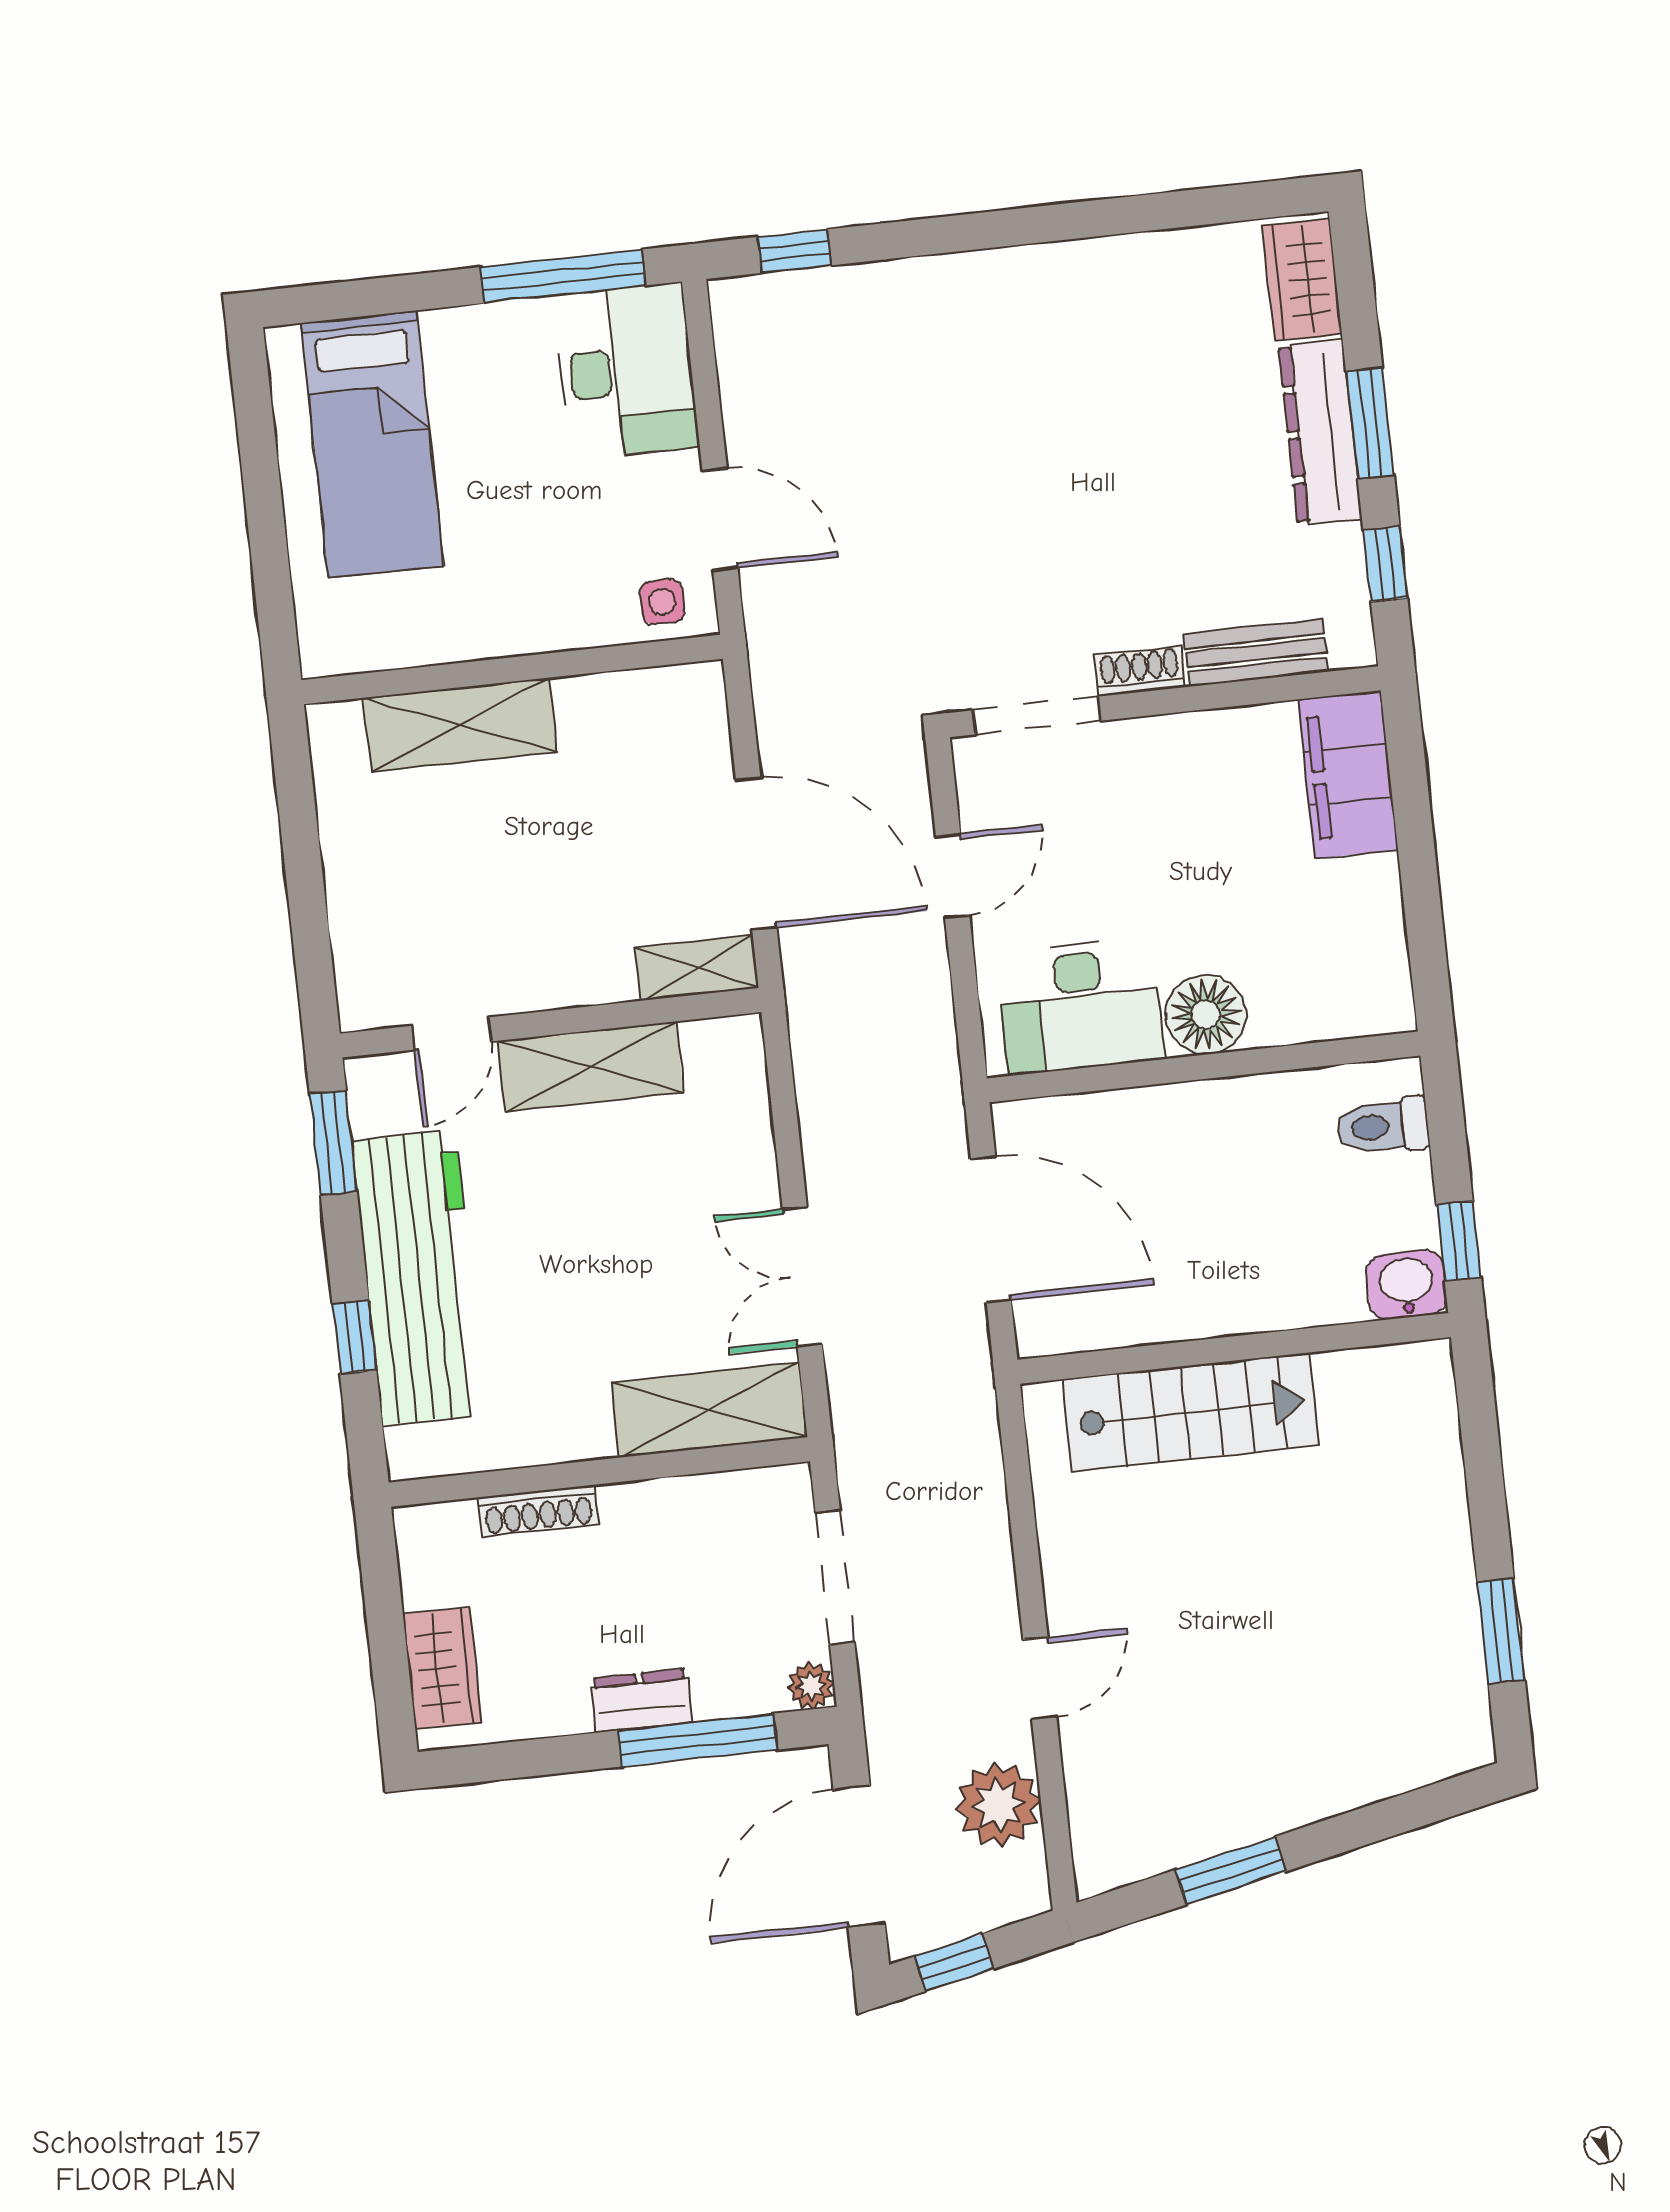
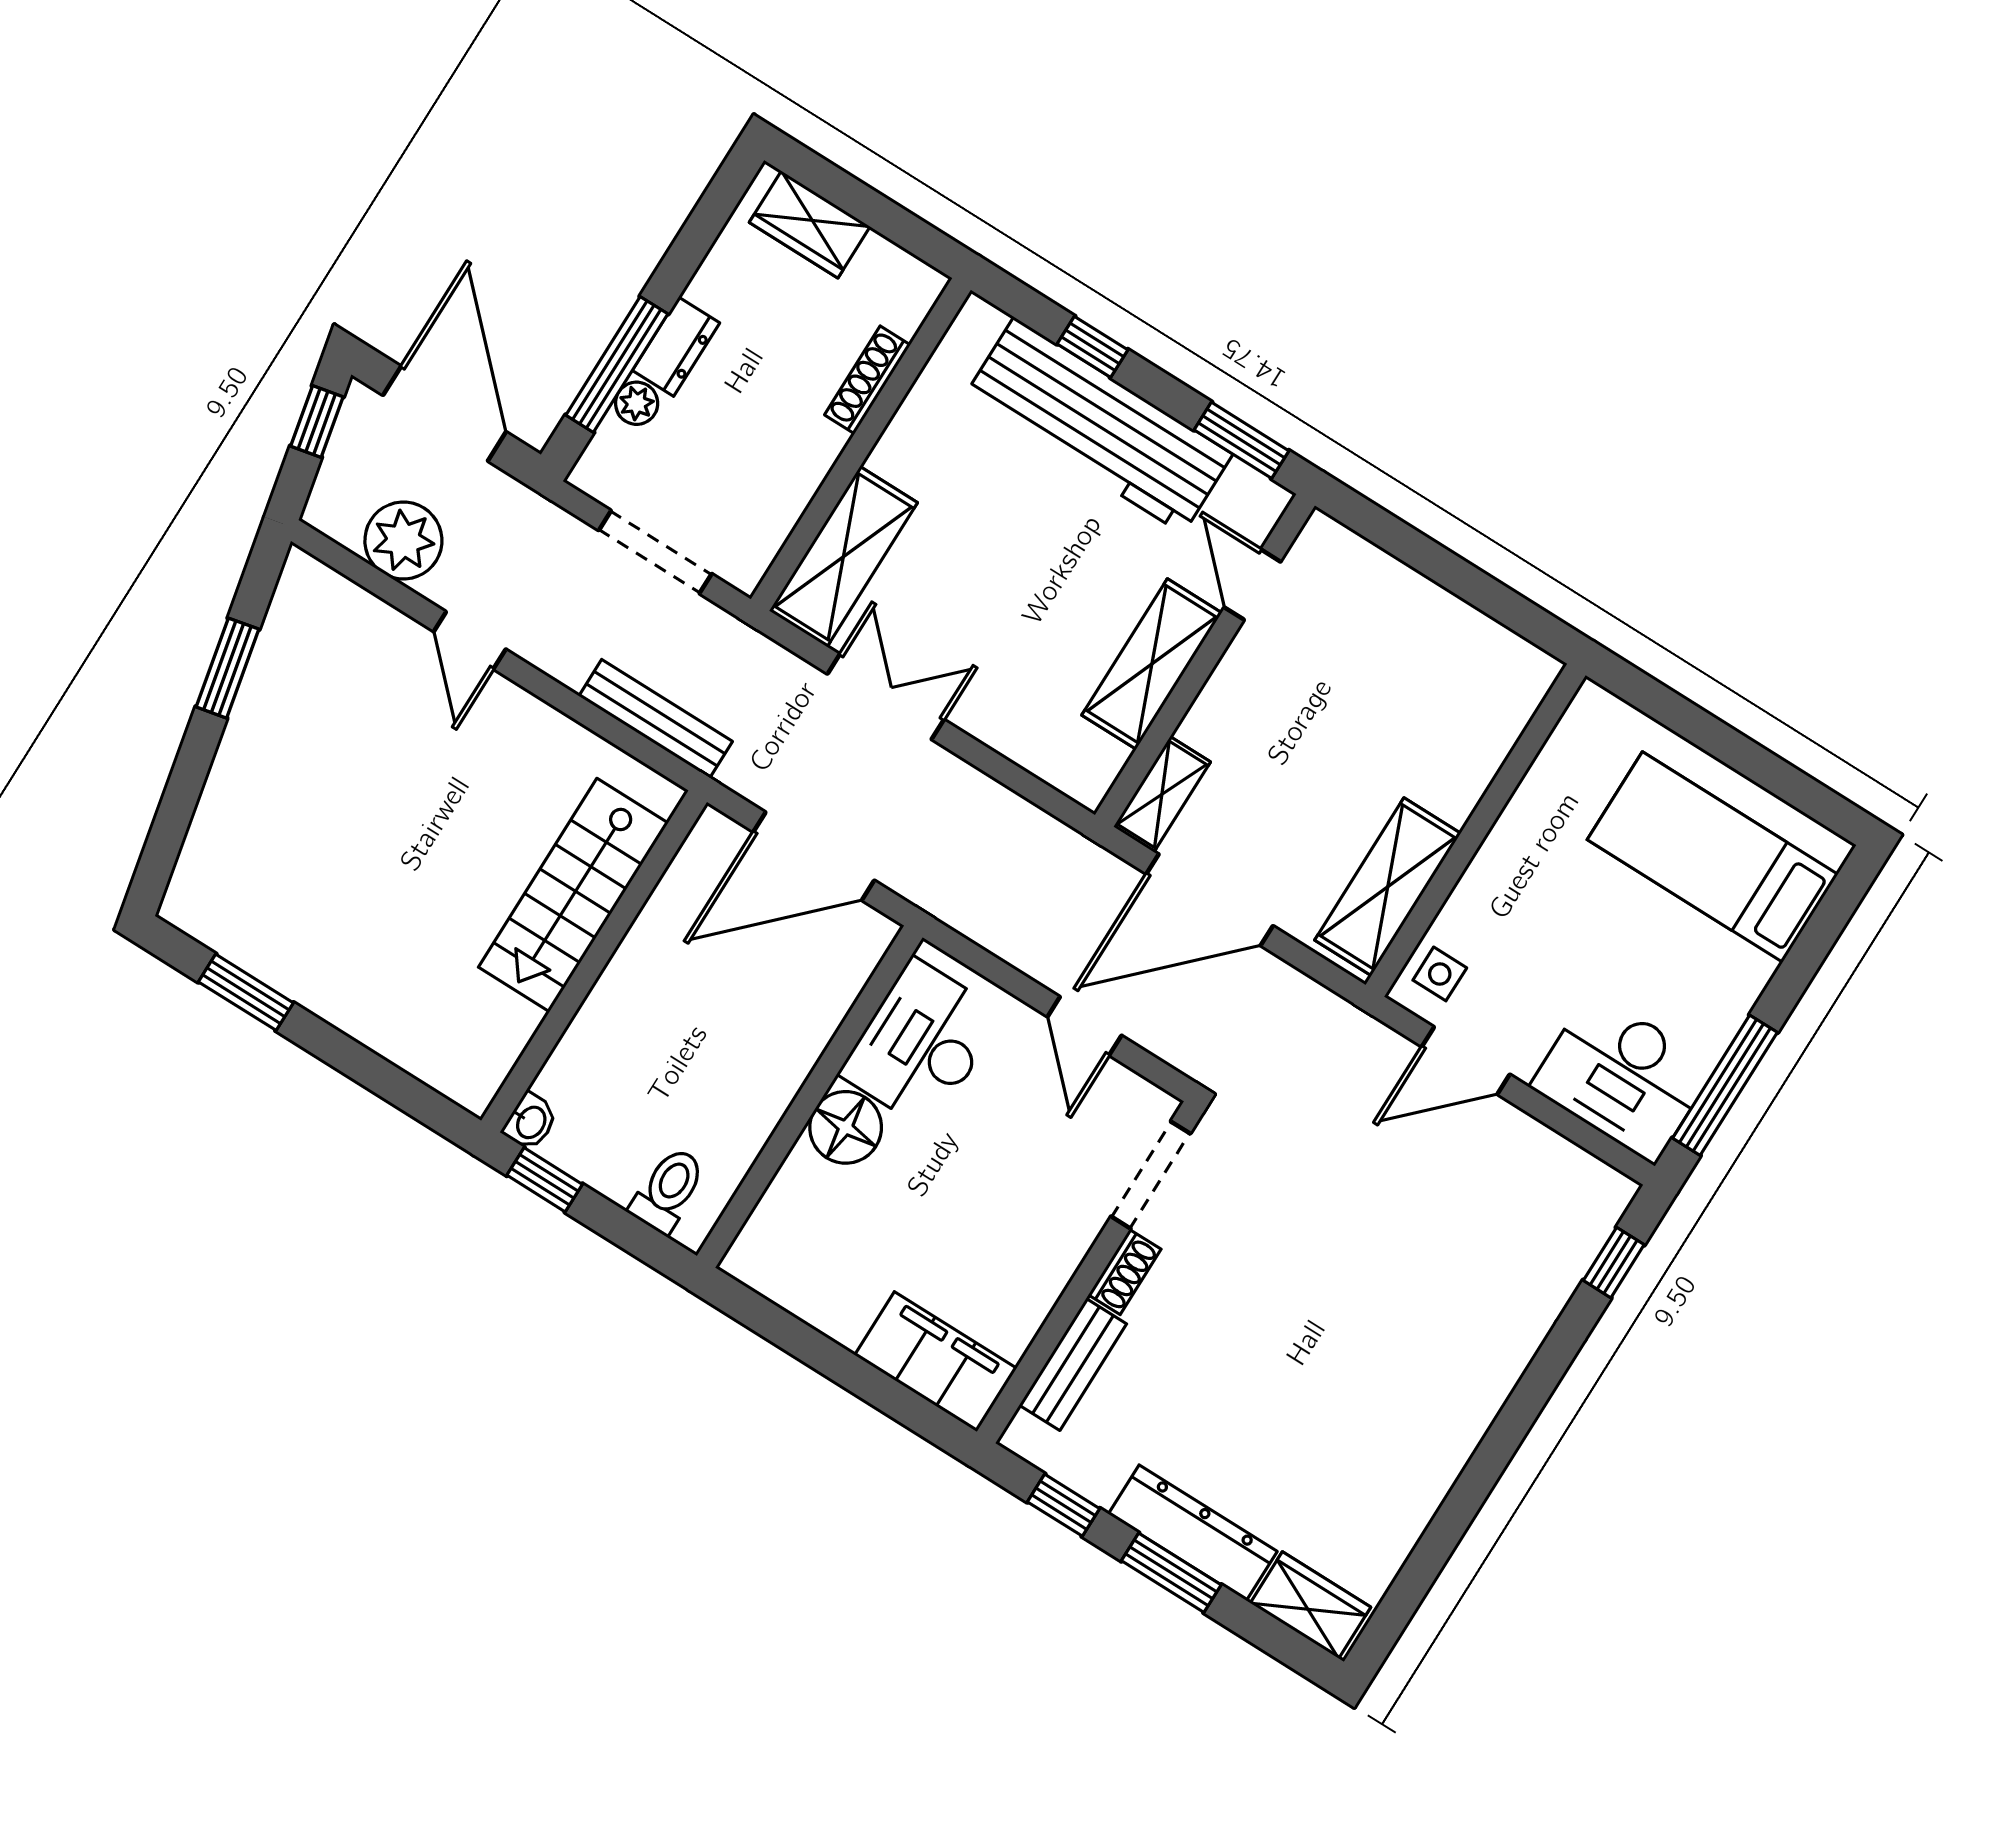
shelving: (460, 725) -> (1388, 887), moved
washbasin: (1406, 1285) -> (530, 1122), width x0.72, depth x0.69
bench: (980, 1462) -> (656, 719), added
plant: (811, 1686) -> (637, 403), moved

